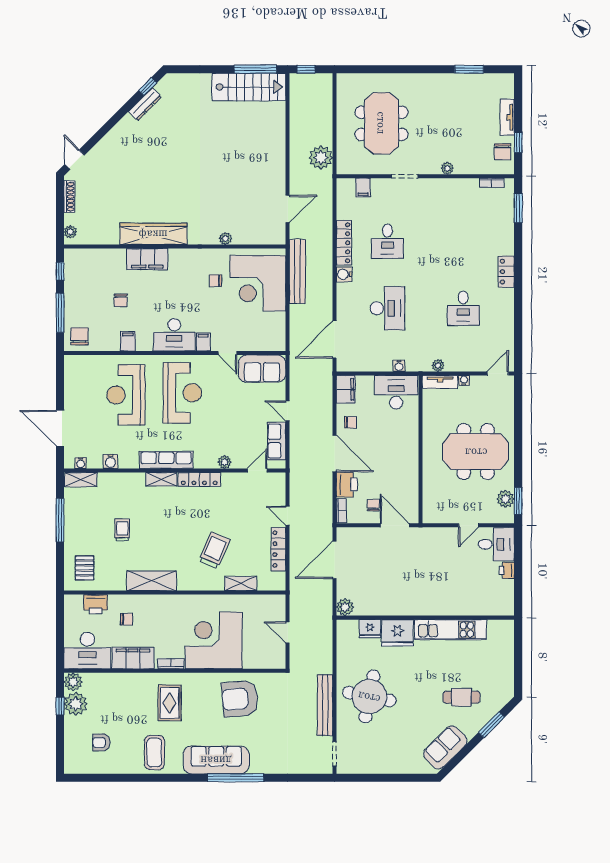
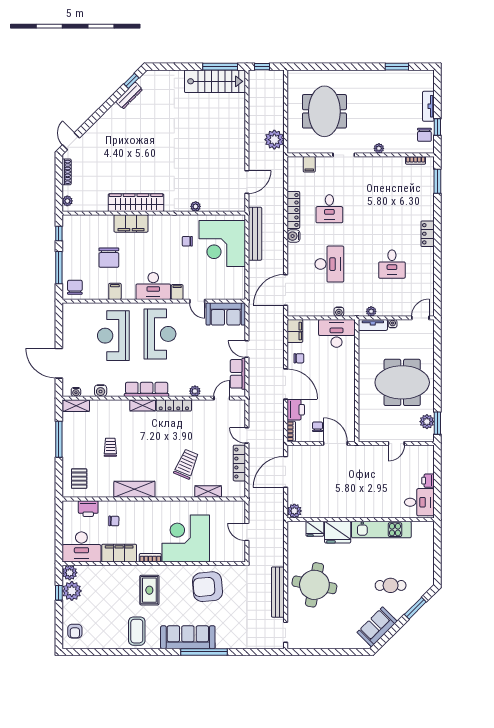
chair: (121, 300) -> (109, 258), width x1.87, depth x1.87
desk: (496, 544) -> (419, 502), moved
armchair: (101, 742) -> (75, 631), moved, turned -90

